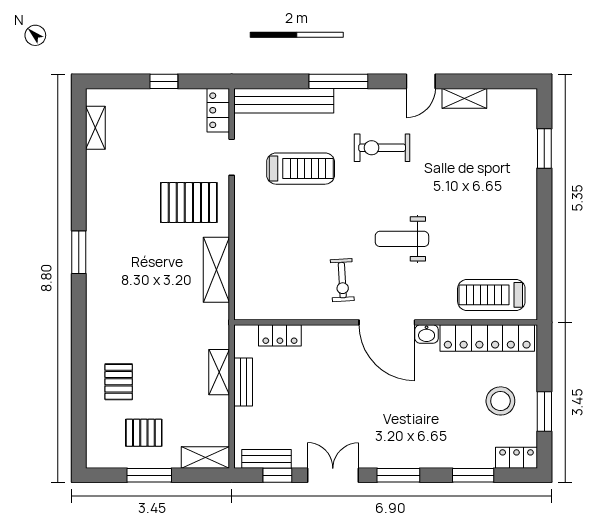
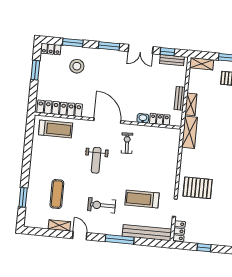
door: (421, 81) -> (80, 236), hinge flipped
exercise bike: (382, 148) -> (102, 205), turned 180
exercise mat: (476, 162) -> (57, 194), added
weight bench: (402, 239) -> (96, 160), turned 90
shelving: (216, 270) -> (190, 132), moved
washbasin: (427, 334) -> (143, 118), moved
stool: (500, 401) -> (77, 66), moved

